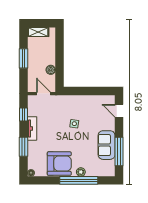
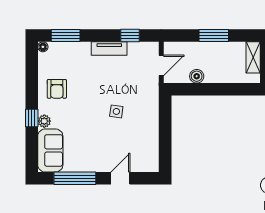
door: (119, 111) -> (120, 178), moved
sofa: (107, 145) -> (50, 150), moved, turned 90
window: (24, 147) -> (66, 36), moved
armchair: (59, 164) -> (57, 89), width x0.53, depth x0.53
window: (79, 180) -> (32, 118), width x0.32

